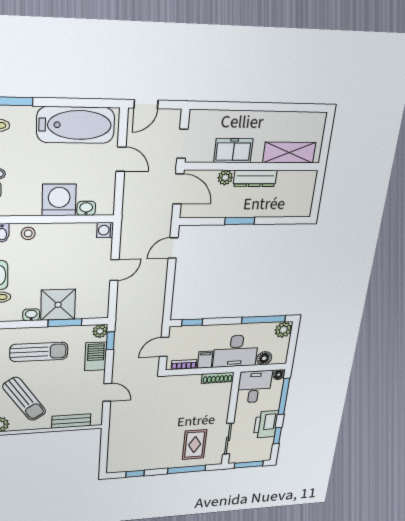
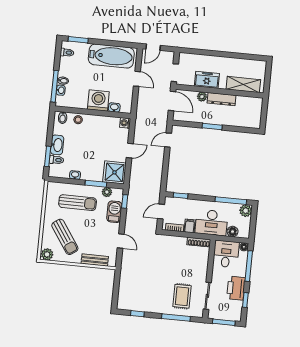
shower: (58, 305) -> (114, 172), moved
plant: (100, 331) -> (107, 192), moved

